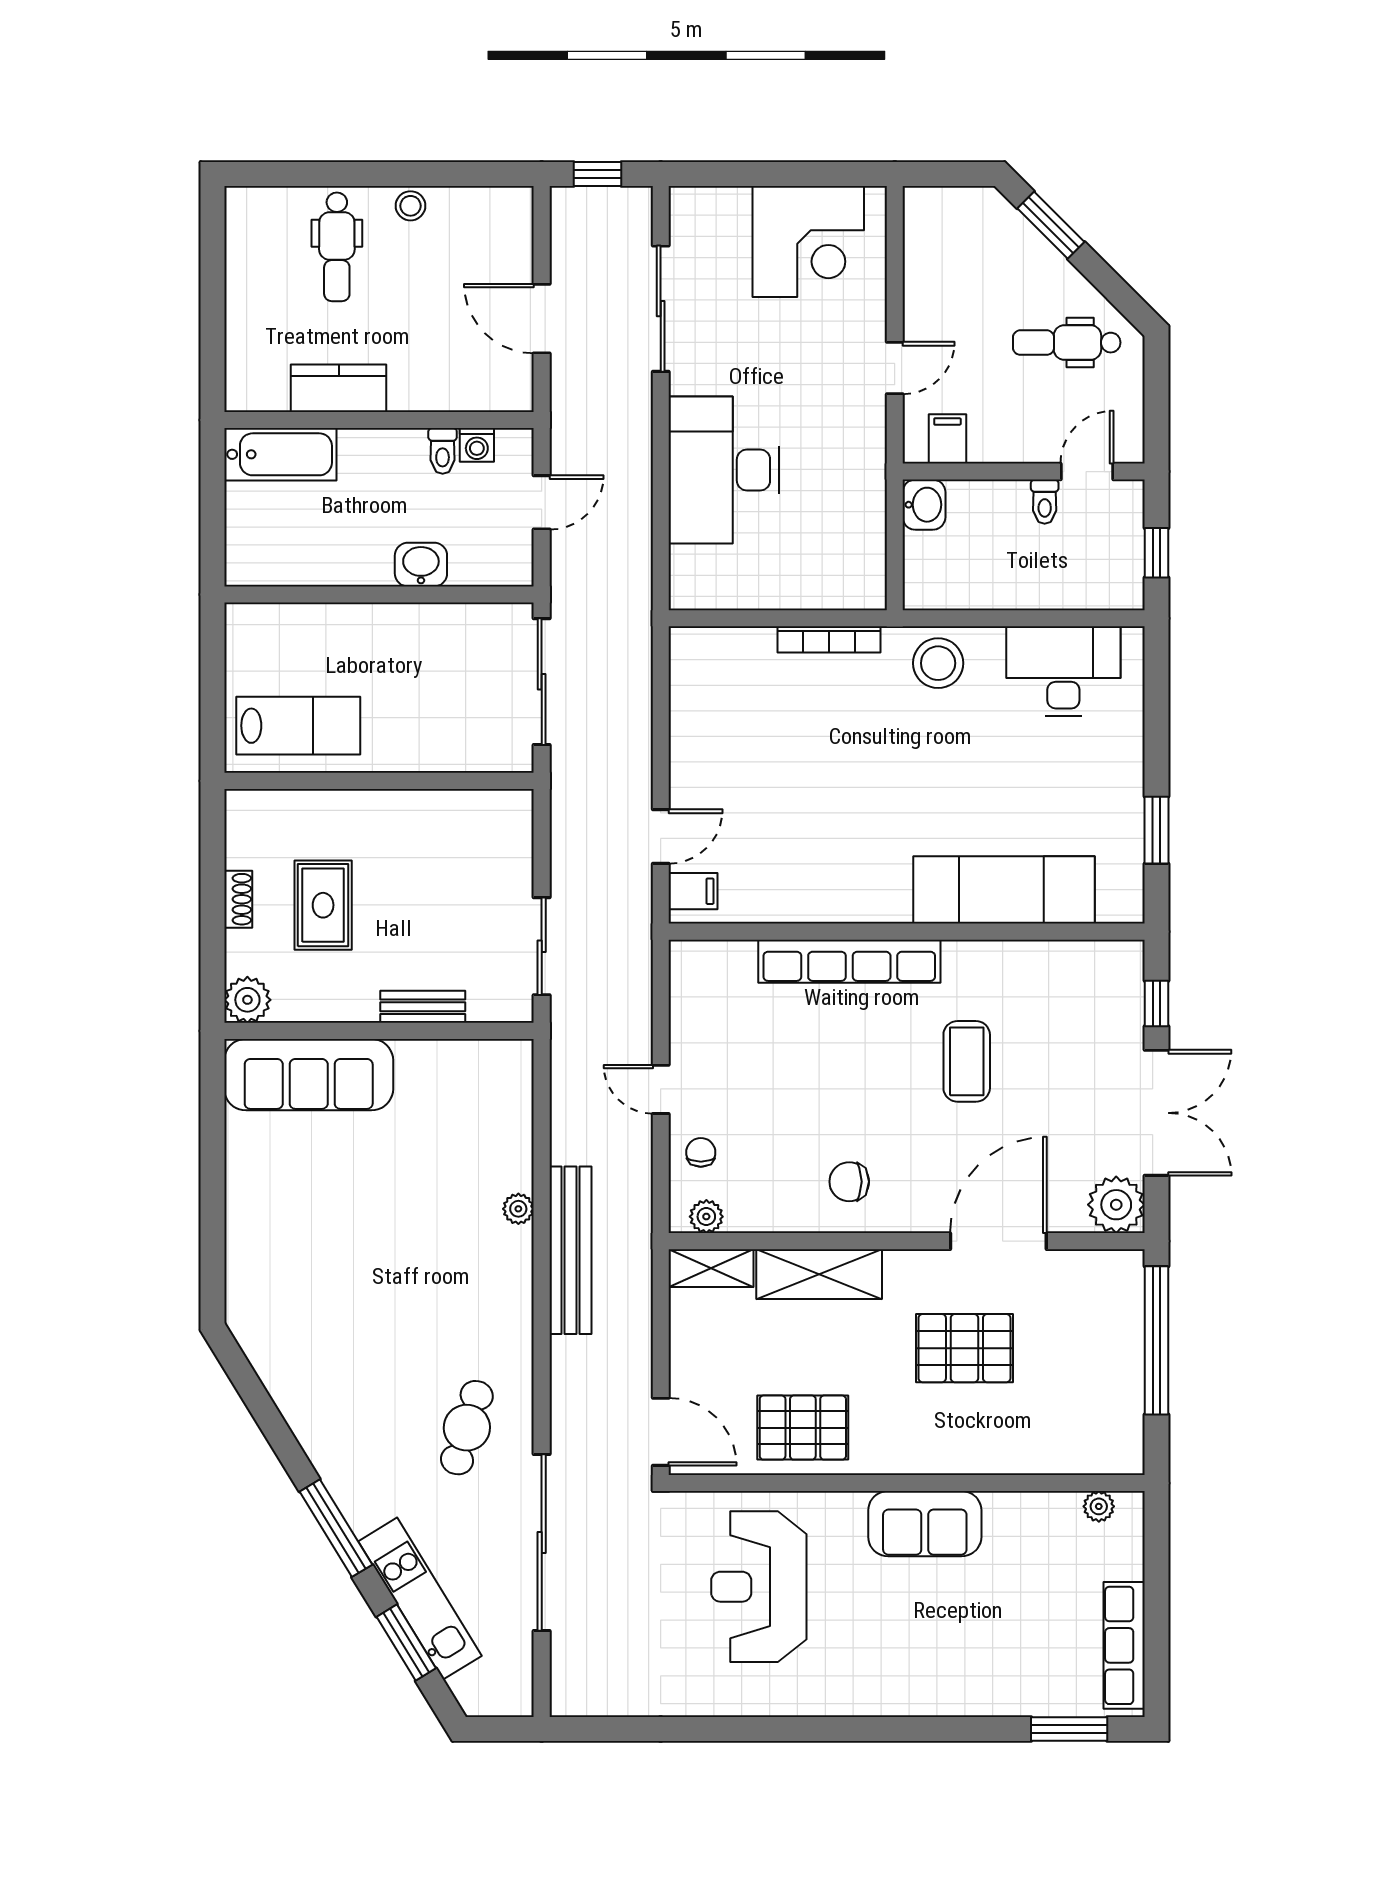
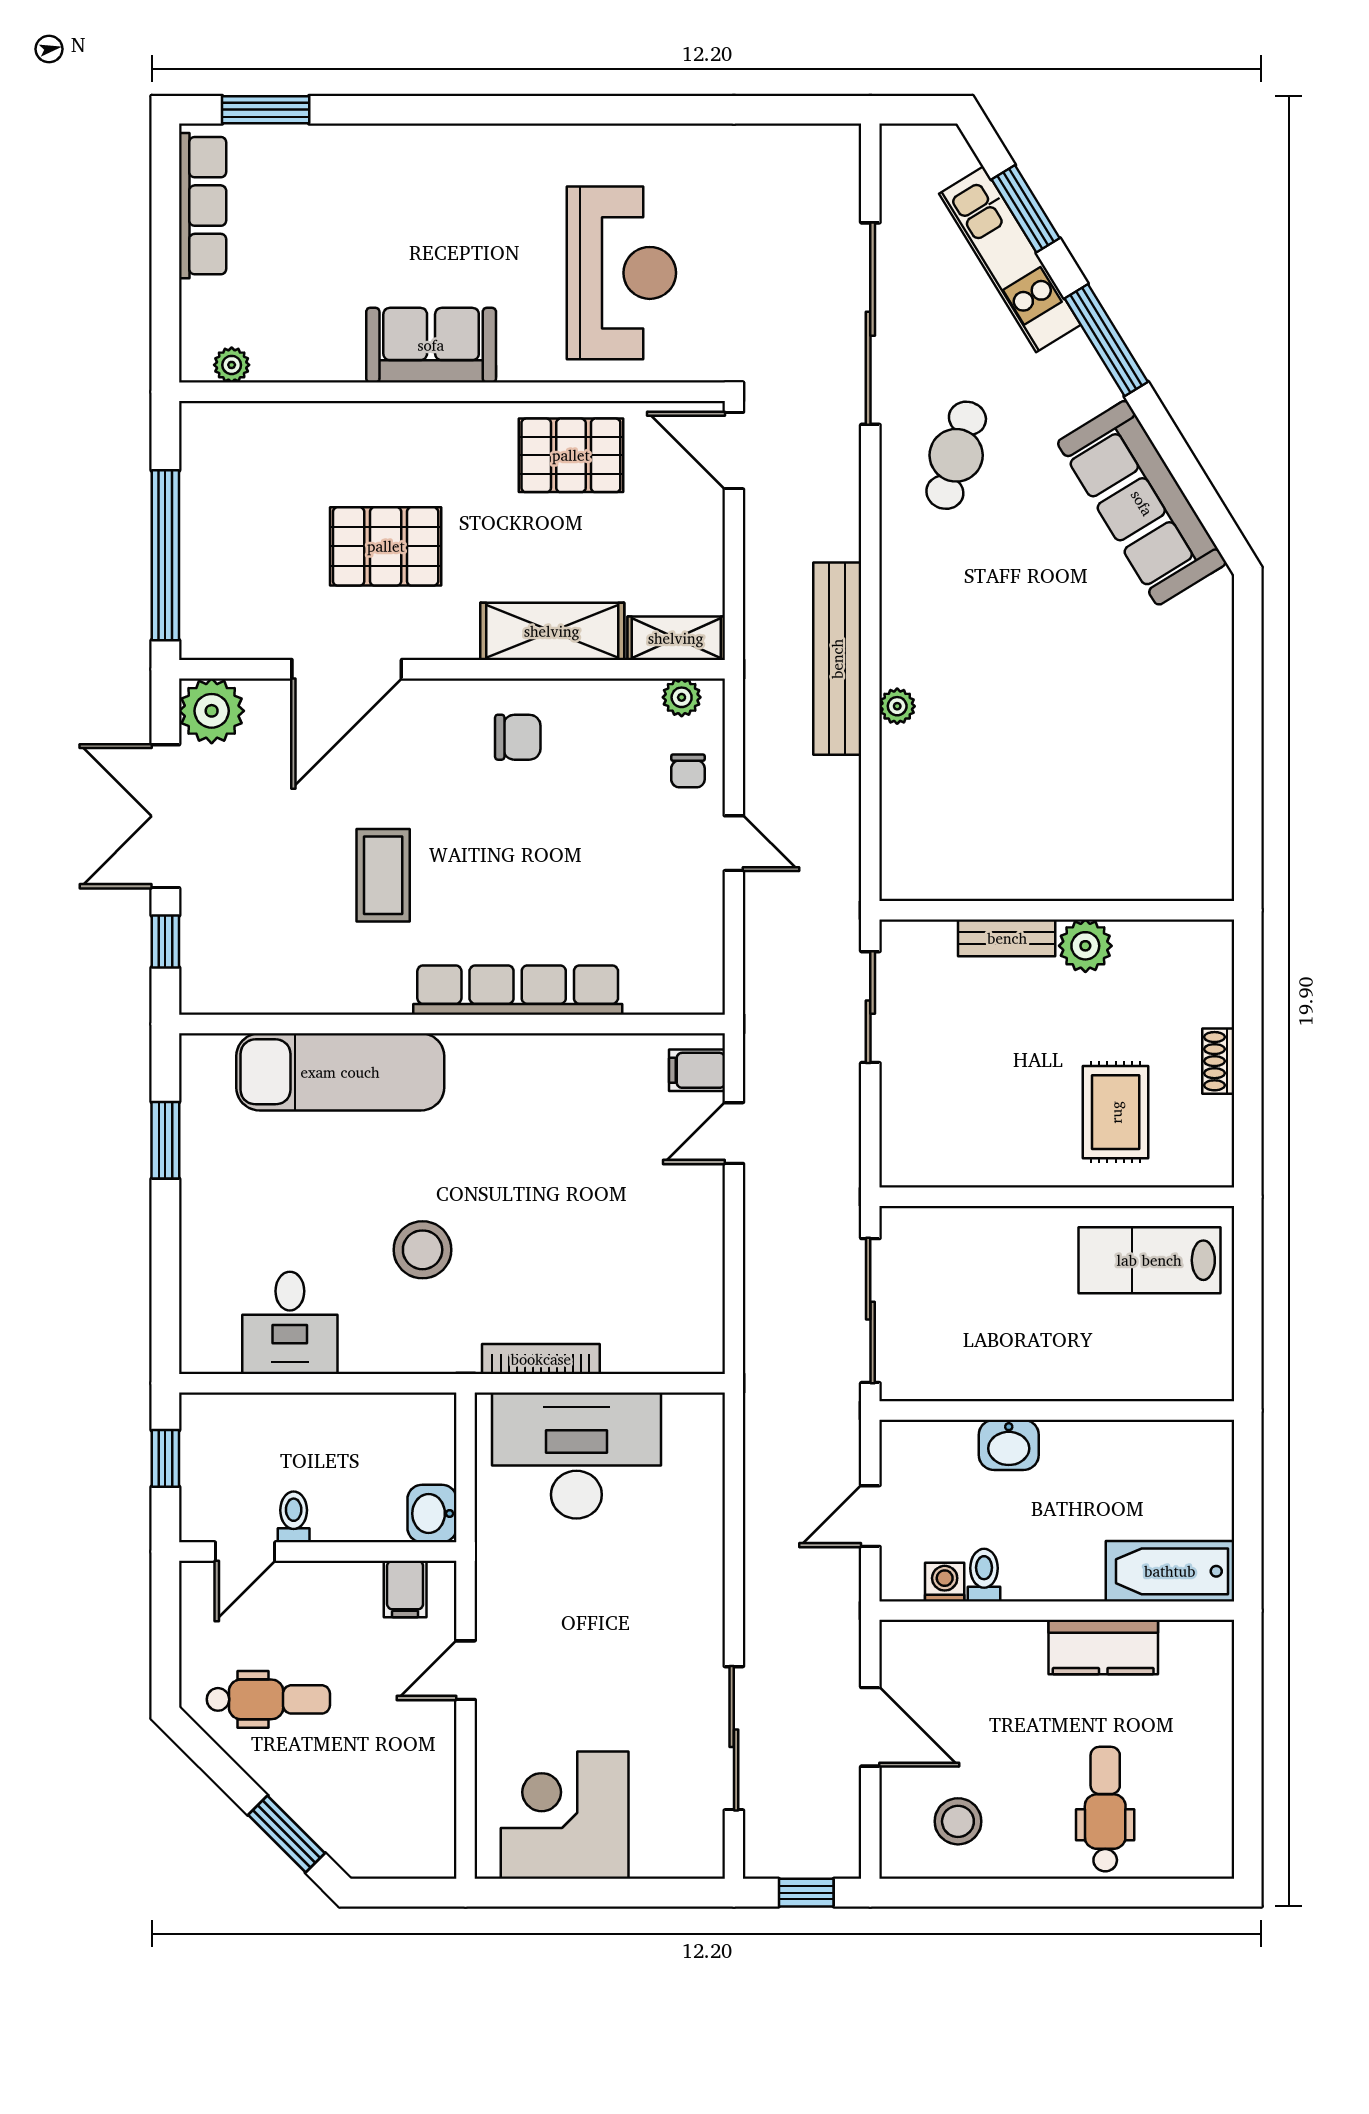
stool: (411, 206) -> (958, 1821), moved, width x1.37, depth x1.37
desk: (724, 470) -> (576, 1455), moved, turned -90
stool: (938, 663) -> (423, 1250), moved
desk: (1063, 671) -> (290, 1323), width x0.73
rug: (323, 905) -> (1116, 1112), moved
plant: (247, 1000) -> (1085, 946), moved
sofa: (309, 1075) -> (1142, 503), moved, turned -122

